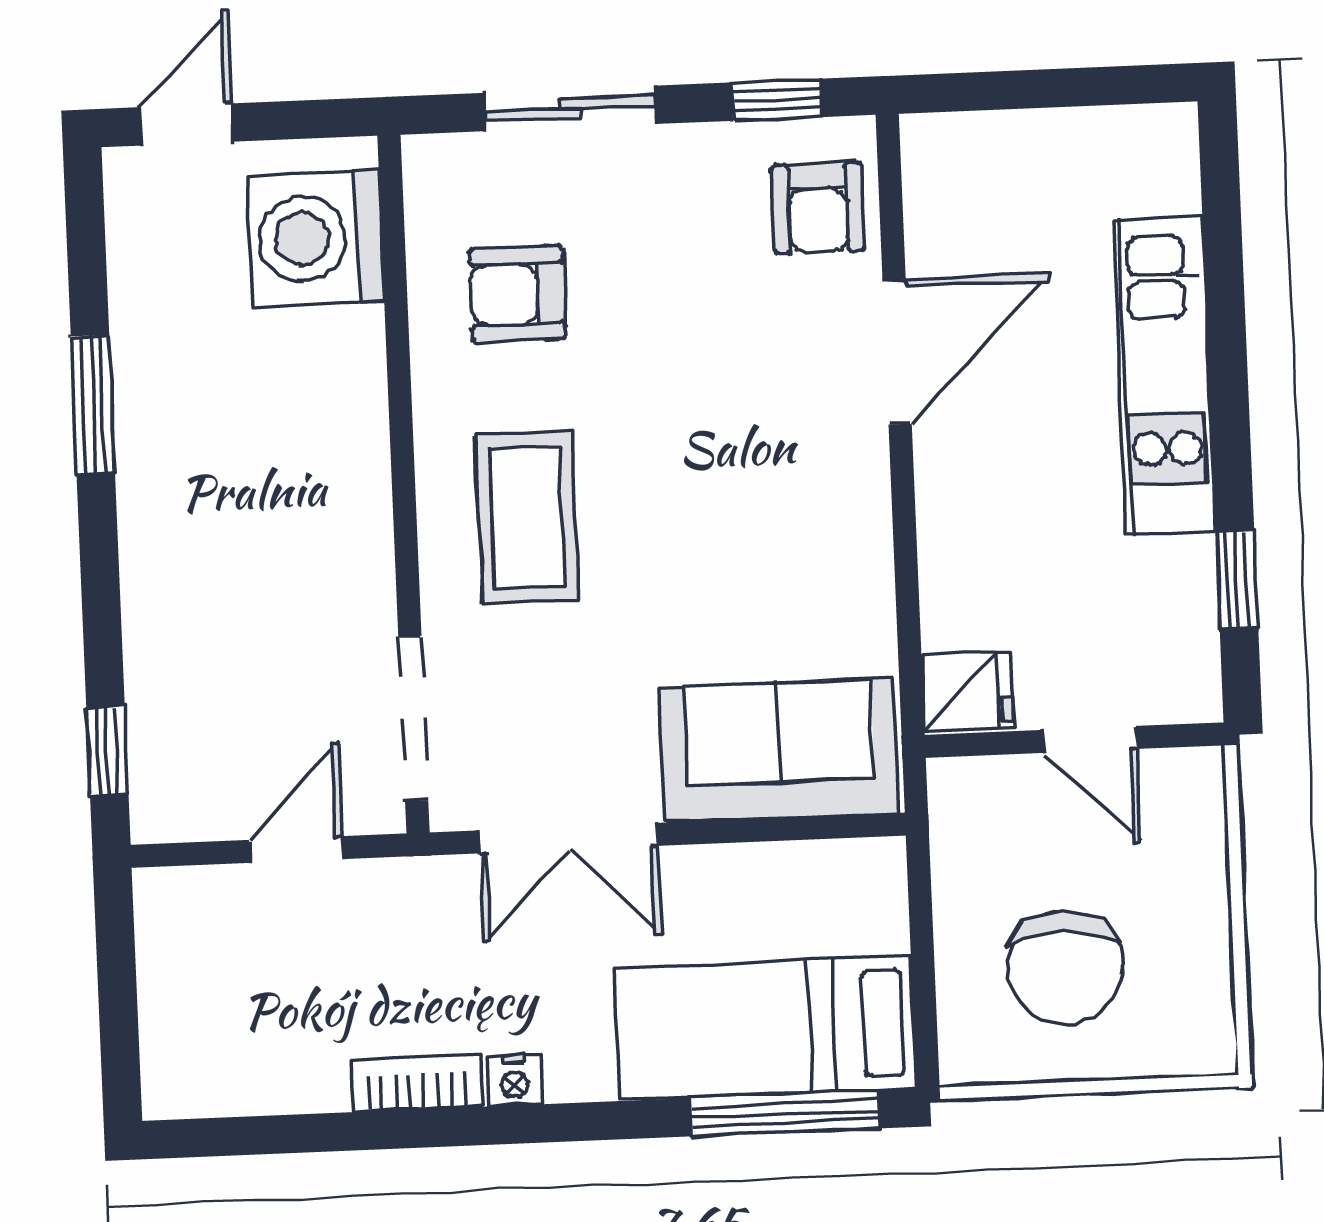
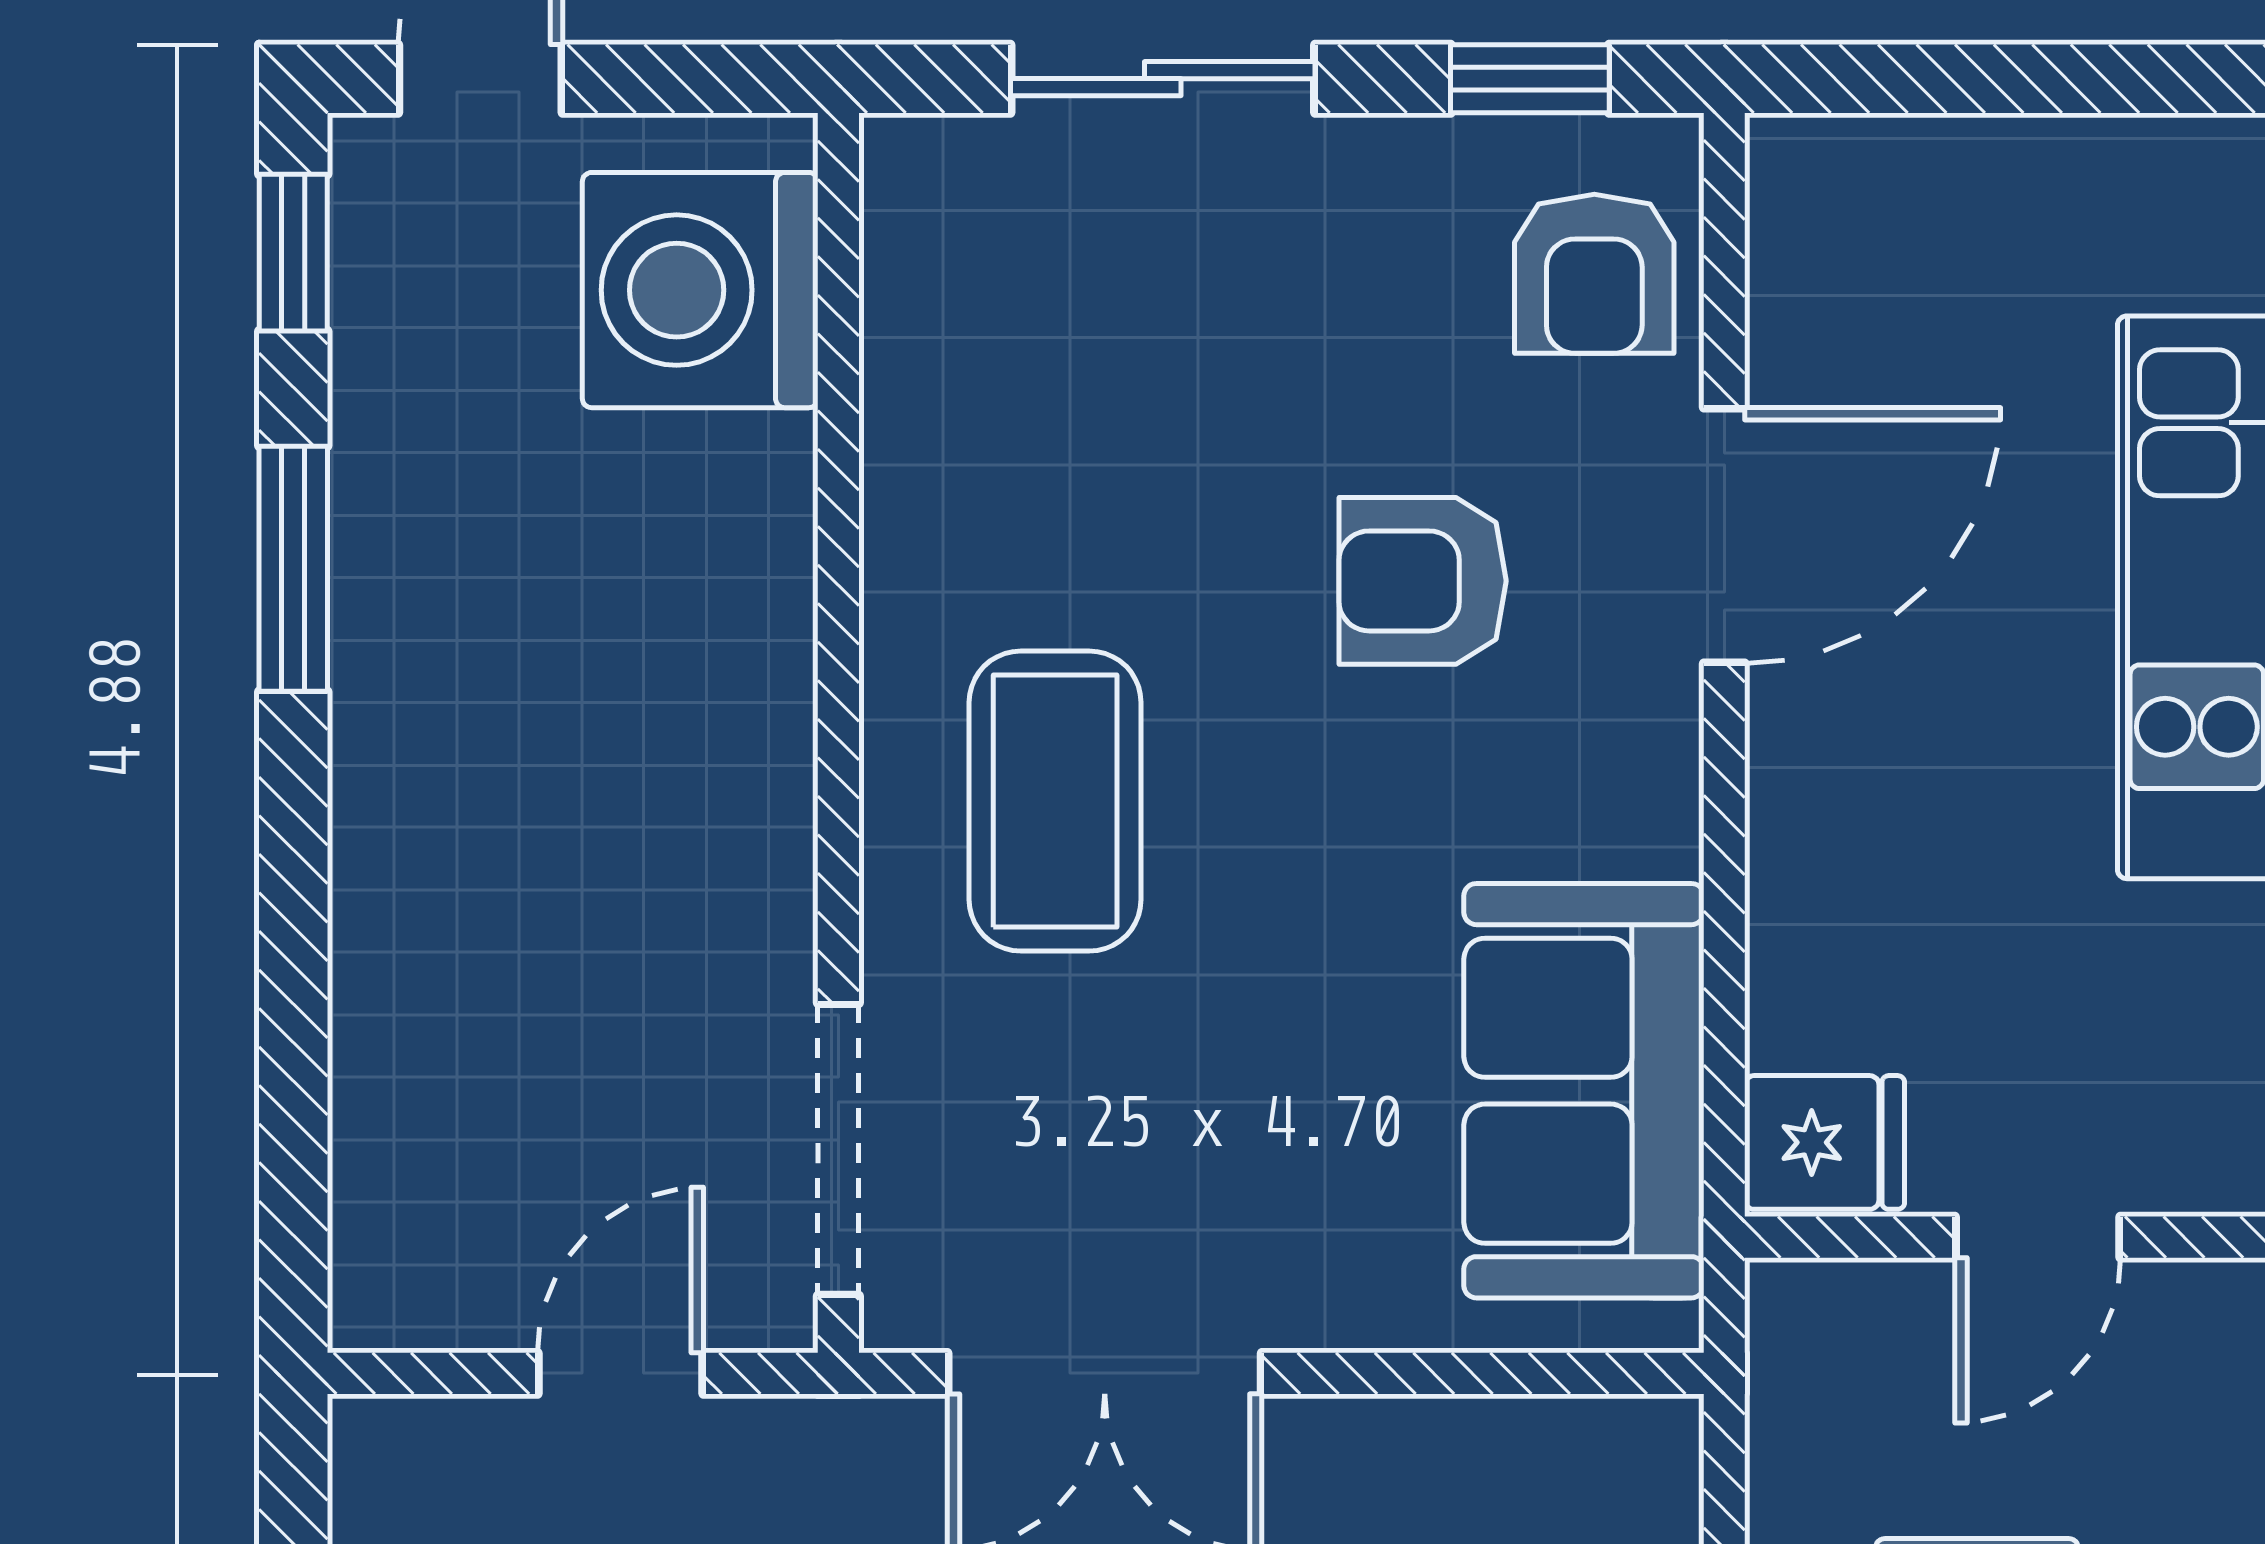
armchair: (517, 294) -> (1423, 581), moved
door: (1090, 739) -> (2038, 1237), hinge flipped
sofa: (780, 750) -> (1584, 1091), moved, turned -90
window: (107, 751) -> (293, 253), moved

